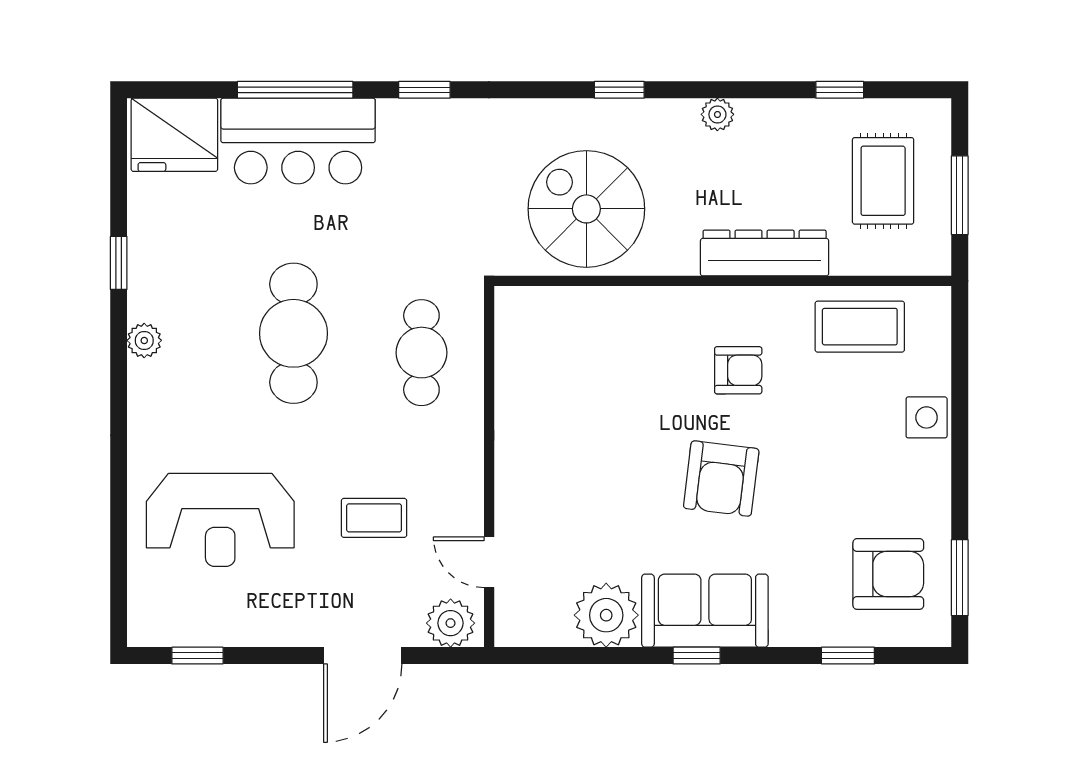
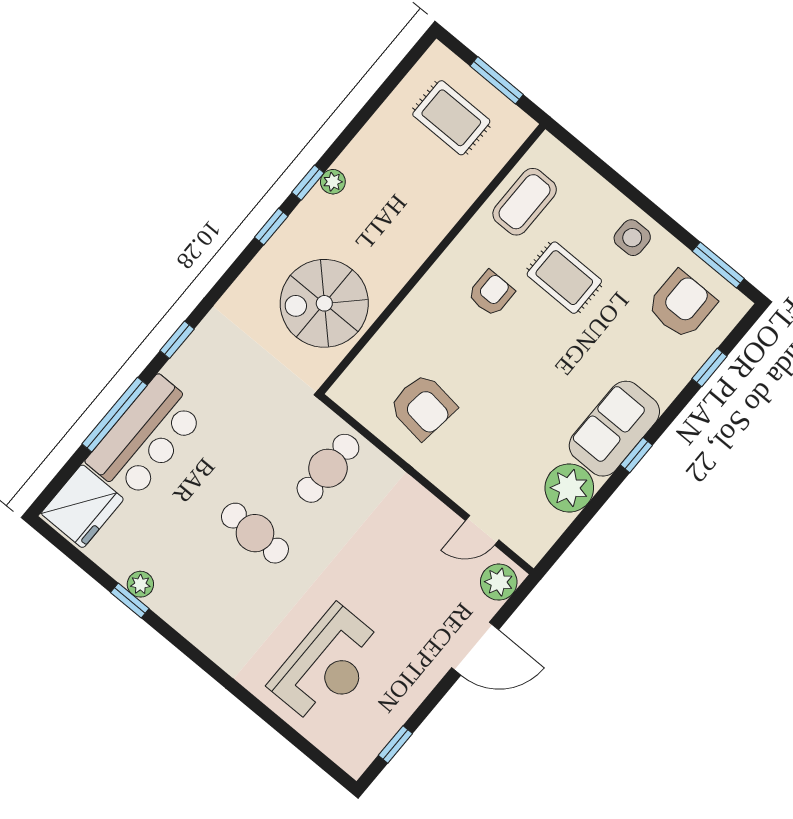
window: (840, 90) -> (308, 183), moved
dresser: (765, 253) -> (436, 221), removed
cafe table: (293, 333) -> (255, 533), width x0.73, depth x0.74
plant: (144, 340) -> (140, 584), moved
cafe table: (421, 353) -> (328, 468), turned 90
side table: (927, 417) -> (632, 238), moved
rug: (816, 432) -> (564, 278), added
armchair: (721, 478) -> (423, 407), moved
coffee table: (374, 518) -> (401, 576), removed
door: (363, 656) -> (475, 649), hinge flipped

